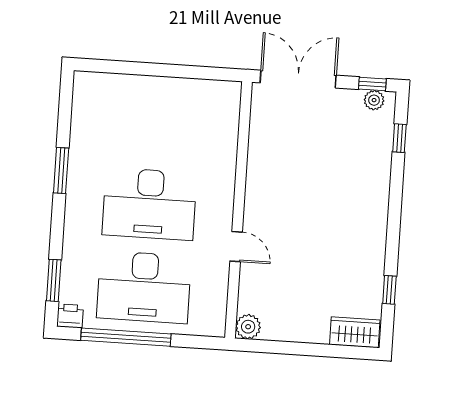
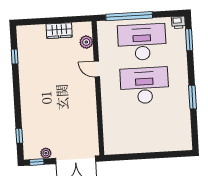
plant: (374, 100) -> (46, 153), moved
plant: (248, 327) -> (86, 42), moved
wardrobe: (355, 332) -> (59, 31), moved
window: (126, 337) -> (129, 16), moved

